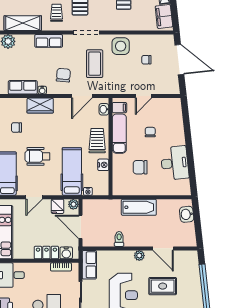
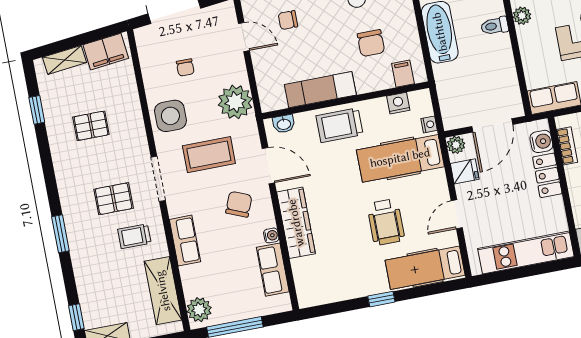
chair: (63, 75) -> (239, 204), turned 107
plant: (122, 84) -> (235, 102), added
door: (144, 96) -> (244, 37), moved
wardrobe: (40, 106) -> (296, 223), width x1.50
filing cabinet: (119, 108) -> (403, 74), moved
chair: (16, 127) -> (343, 267), removed
chair: (150, 132) -> (288, 20), moved
nightstand: (103, 165) -> (398, 103), moved
door: (34, 197) -> (457, 214), swing flipped
toilet: (119, 239) -> (495, 26), moved

